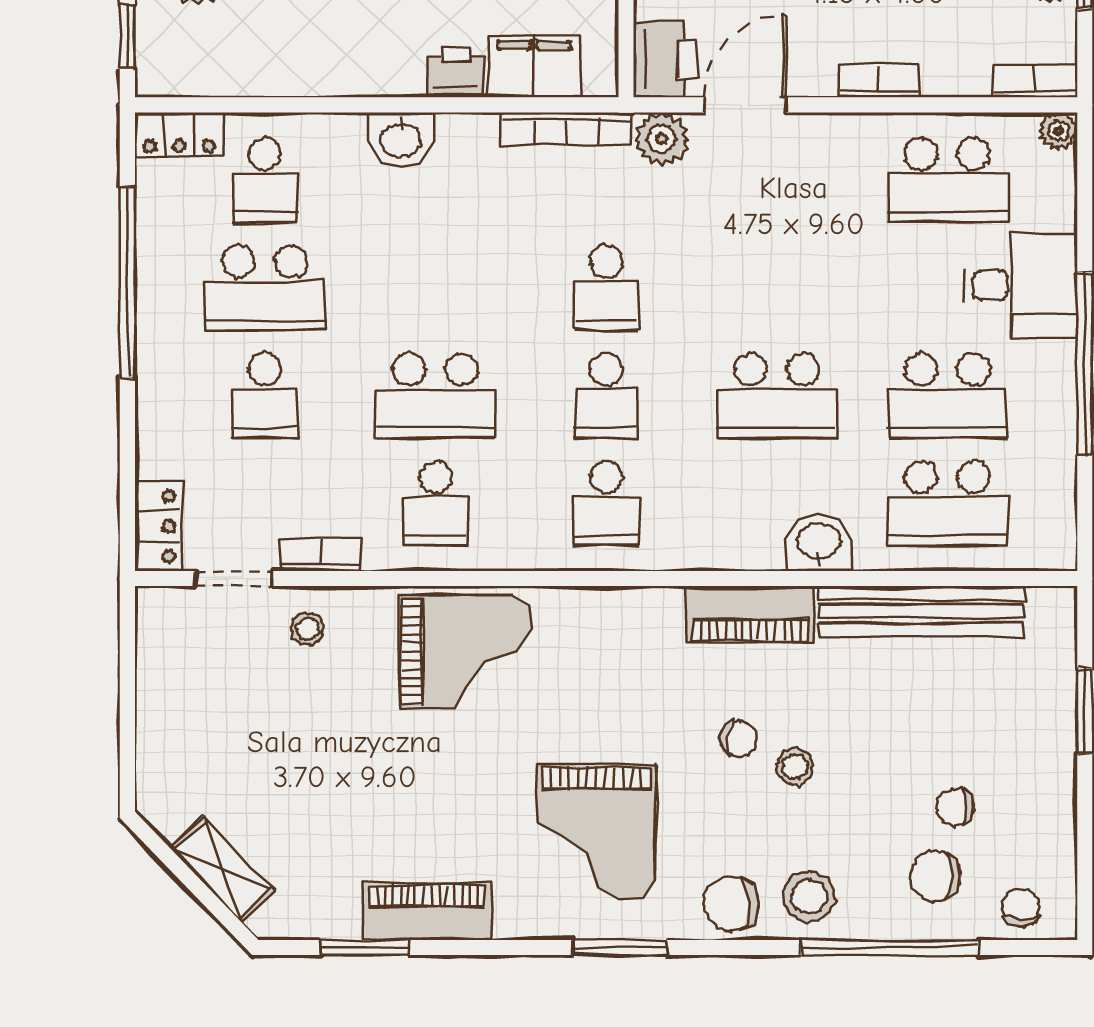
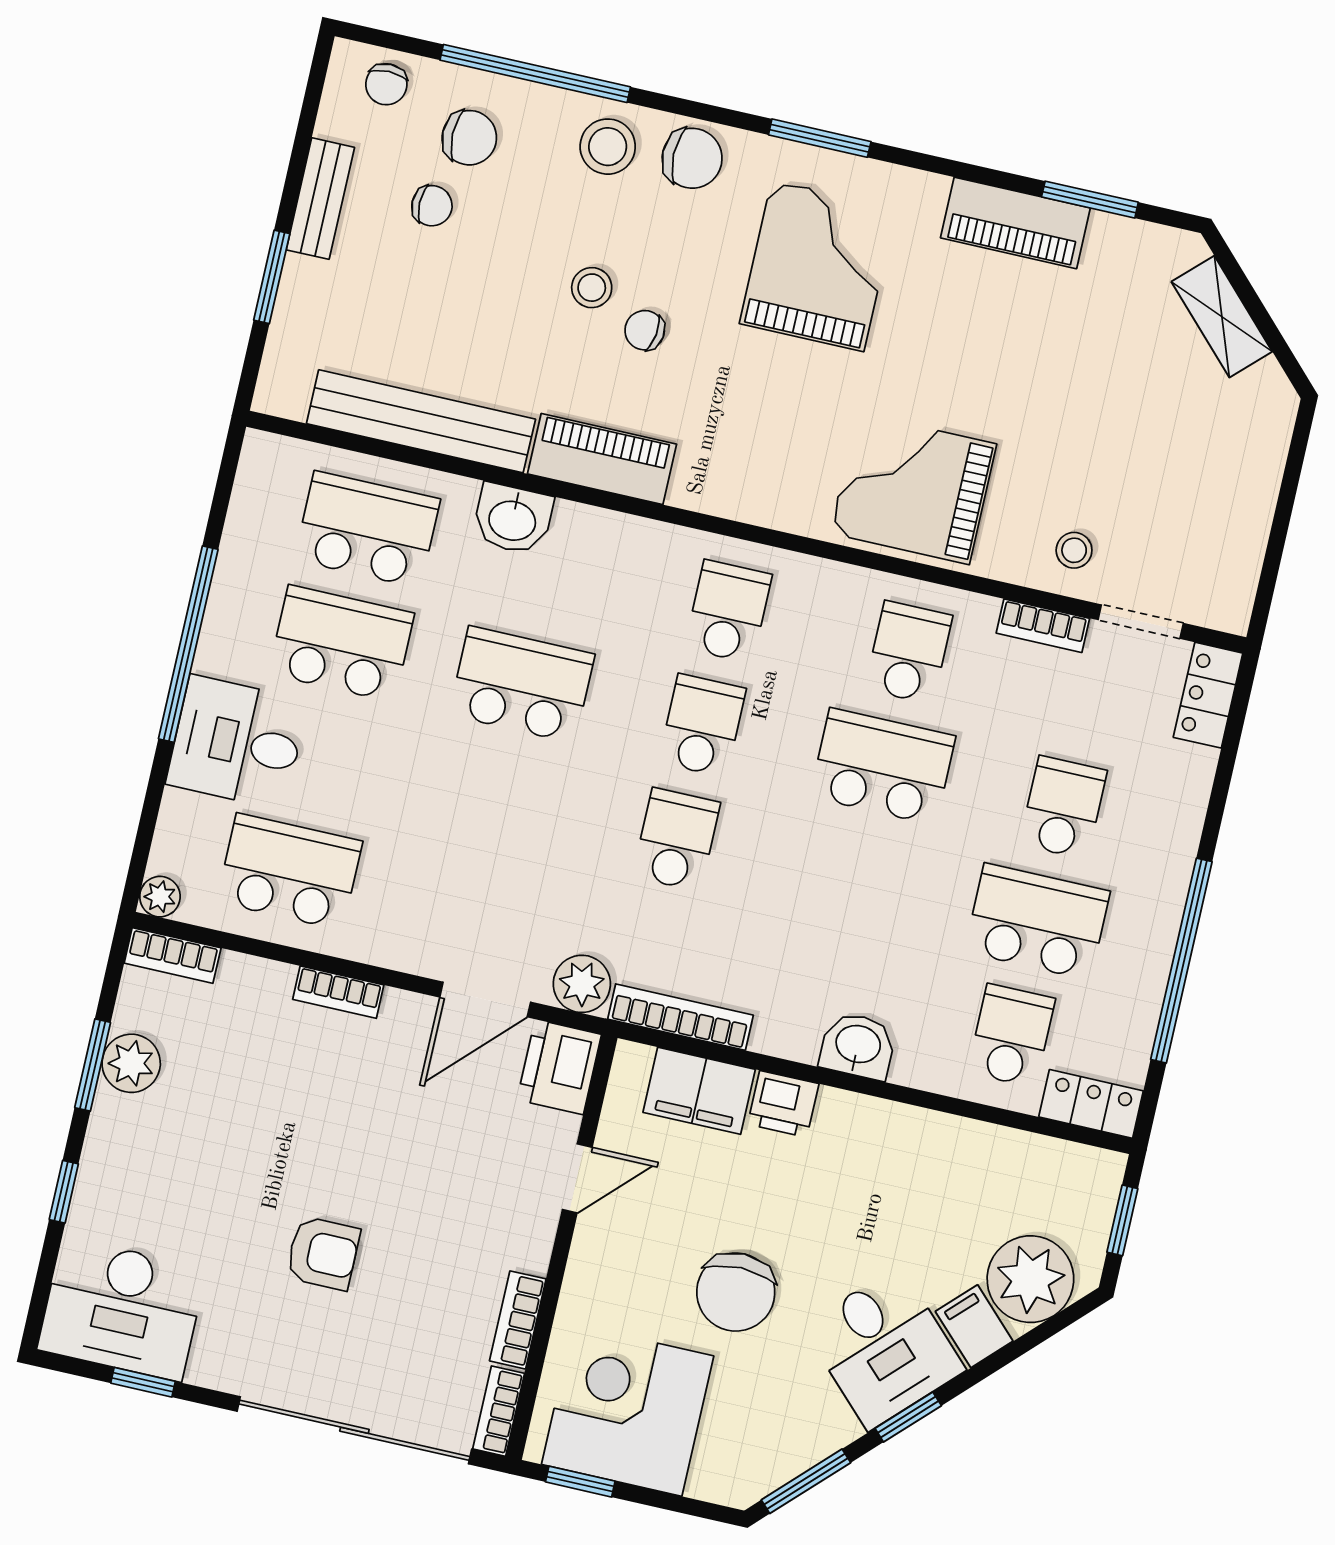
bench: (1057, 791) -> (320, 199), added

